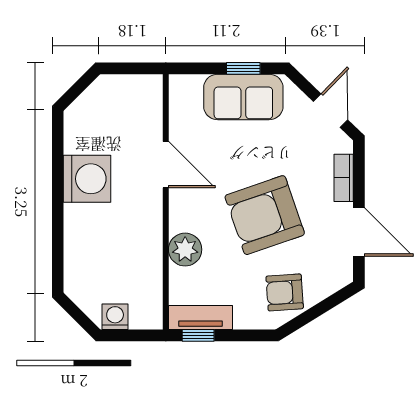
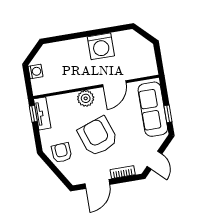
sofa: (243, 97) -> (153, 109), width x1.36
door: (330, 111) -> (155, 160), hinge flipped
plant: (185, 250) -> (86, 98), moved

